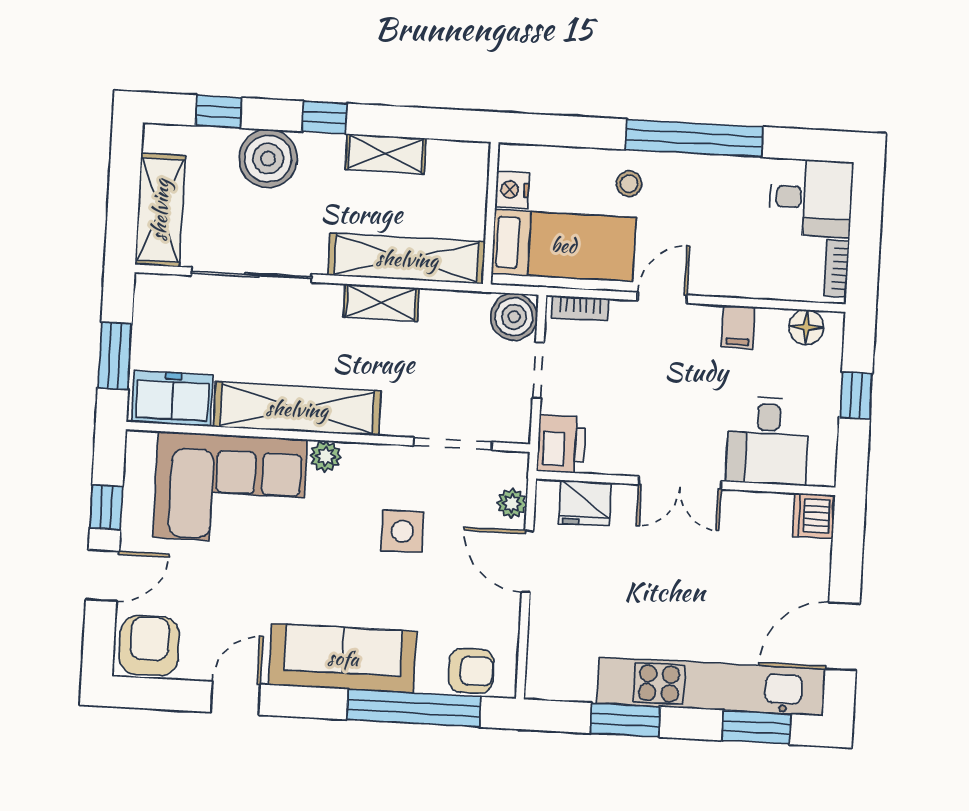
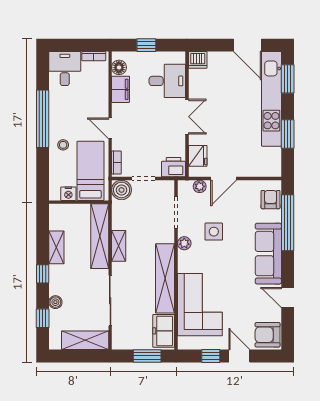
boiler: (268, 159) -> (55, 302), width x0.54, depth x0.54
filing cabinet: (738, 327) -> (121, 89), width x2.00
plant: (326, 456) -> (184, 243), moved

